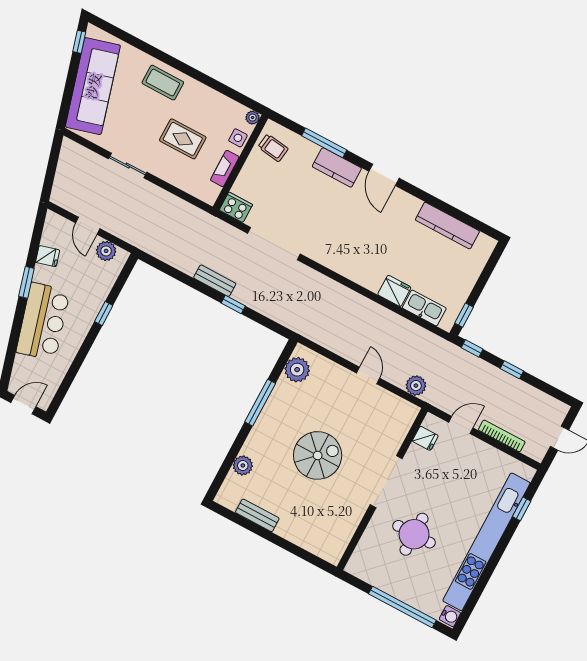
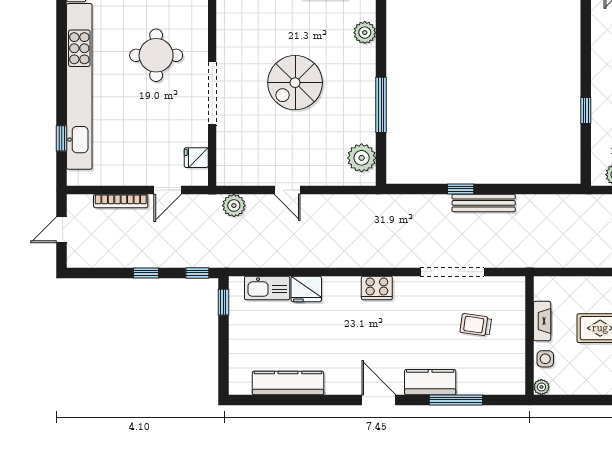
trolley: (273, 148) -> (476, 325), moved
cooker: (236, 207) -> (377, 288), moved
bench: (215, 281) -> (484, 203), width x1.36

